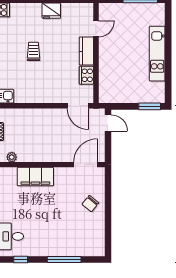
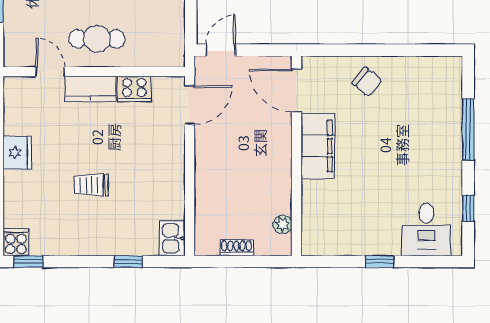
cafe table: (114, 55) -> (97, 39), added
filing cabinet: (35, 177) -> (318, 146), moved

